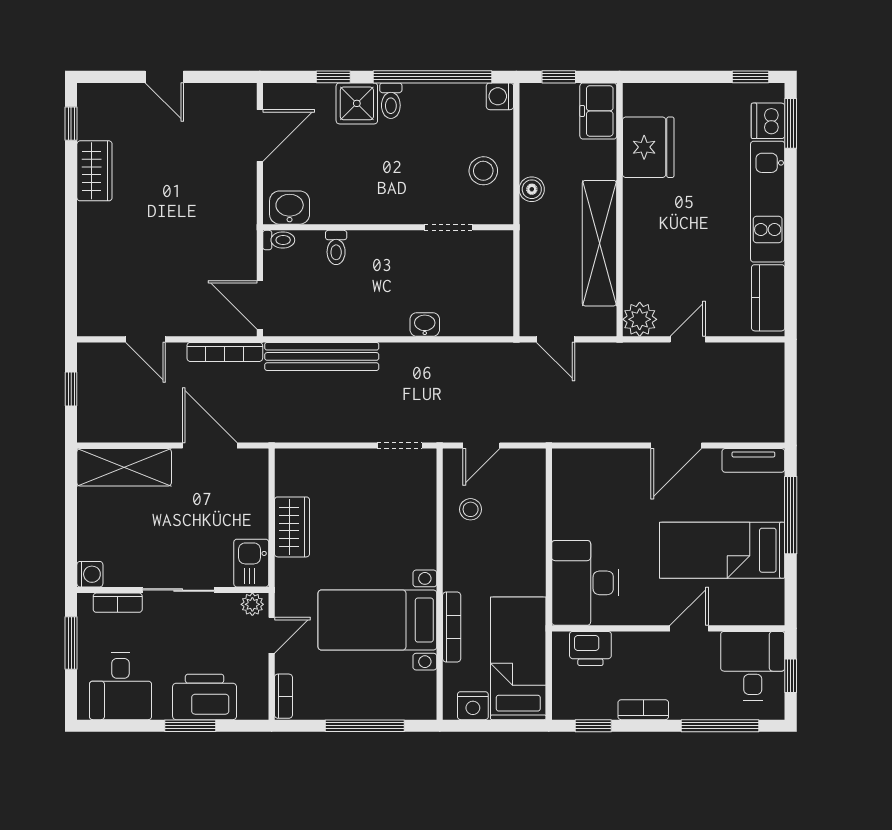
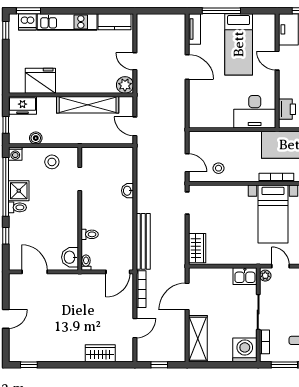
shower: (357, 103) -> (19, 191), moved
wardrobe: (94, 171) -> (100, 353), moved
boiler: (532, 189) -> (36, 138), moved
door: (556, 339) -> (135, 126), swing flipped
wardrobe: (292, 527) -> (197, 248), moved, turned 90
washing machine: (90, 574) -> (245, 350), width x1.89, depth x1.89

